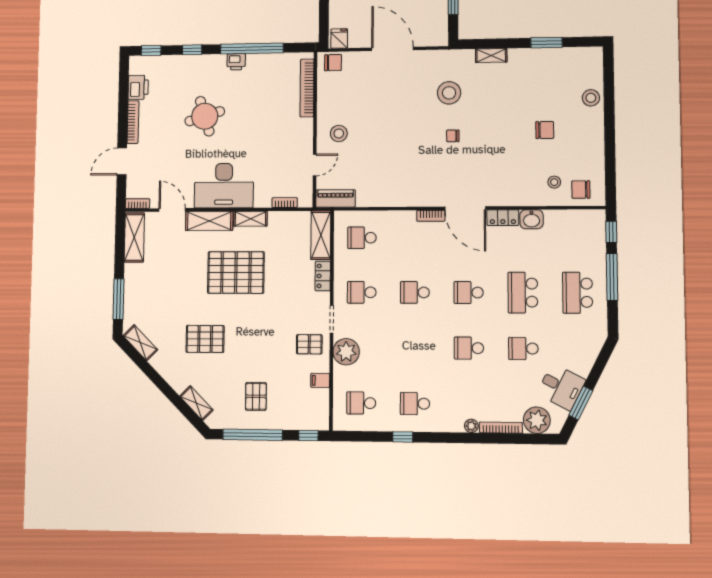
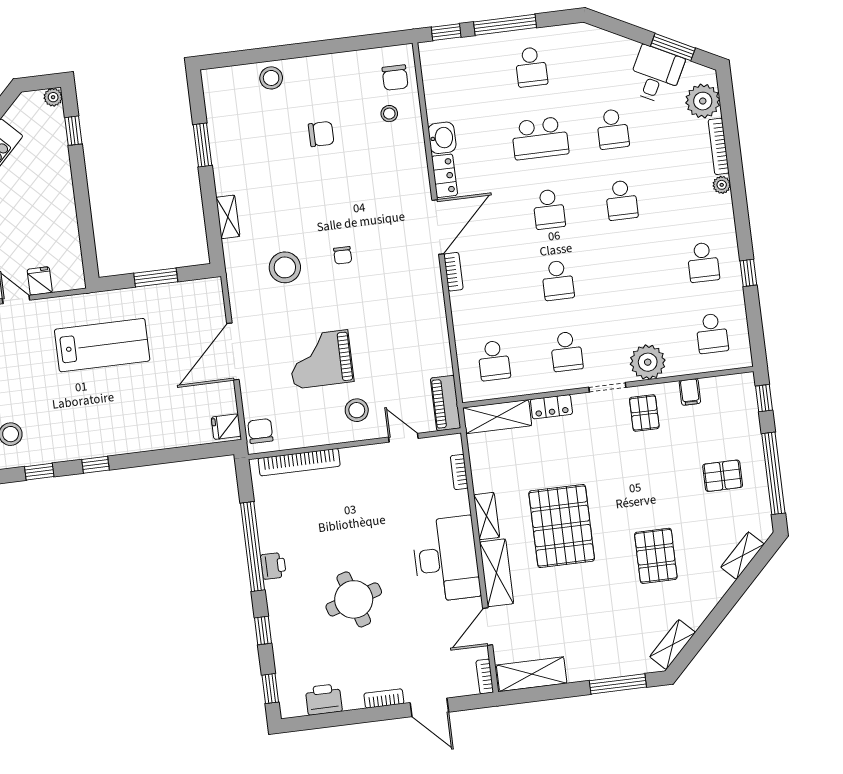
grand piano: (379, 112) -> (321, 359), added
bookcase: (133, 122) -> (384, 698), width x0.64
chair: (545, 130) -> (321, 134), turned 90
school desk: (578, 293) -> (531, 67), width x0.54

